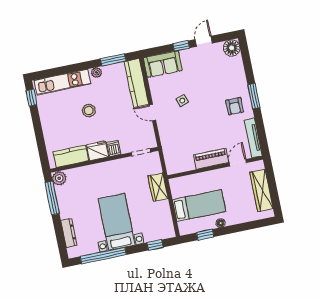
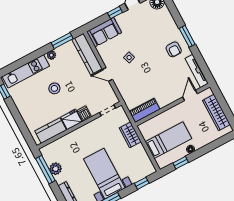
piano: (211, 159) -> (145, 110), moved
plant: (59, 178) -> (56, 169), moved

